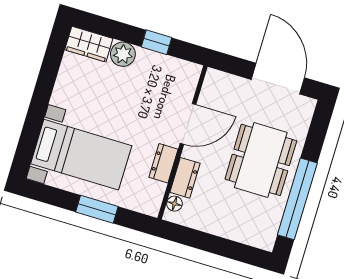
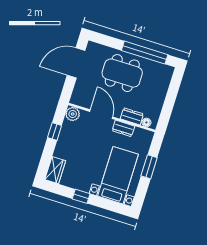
plant: (123, 54) -> (73, 114), moved
window: (43, 90) -> (81, 196), added

